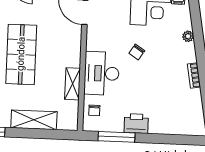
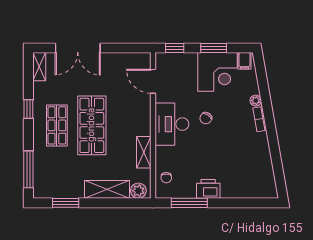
desk: (102, 73) -> (172, 124), moved
bookcase: (194, 75) -> (260, 119), moved
plant: (66, 122) -> (138, 191), added

